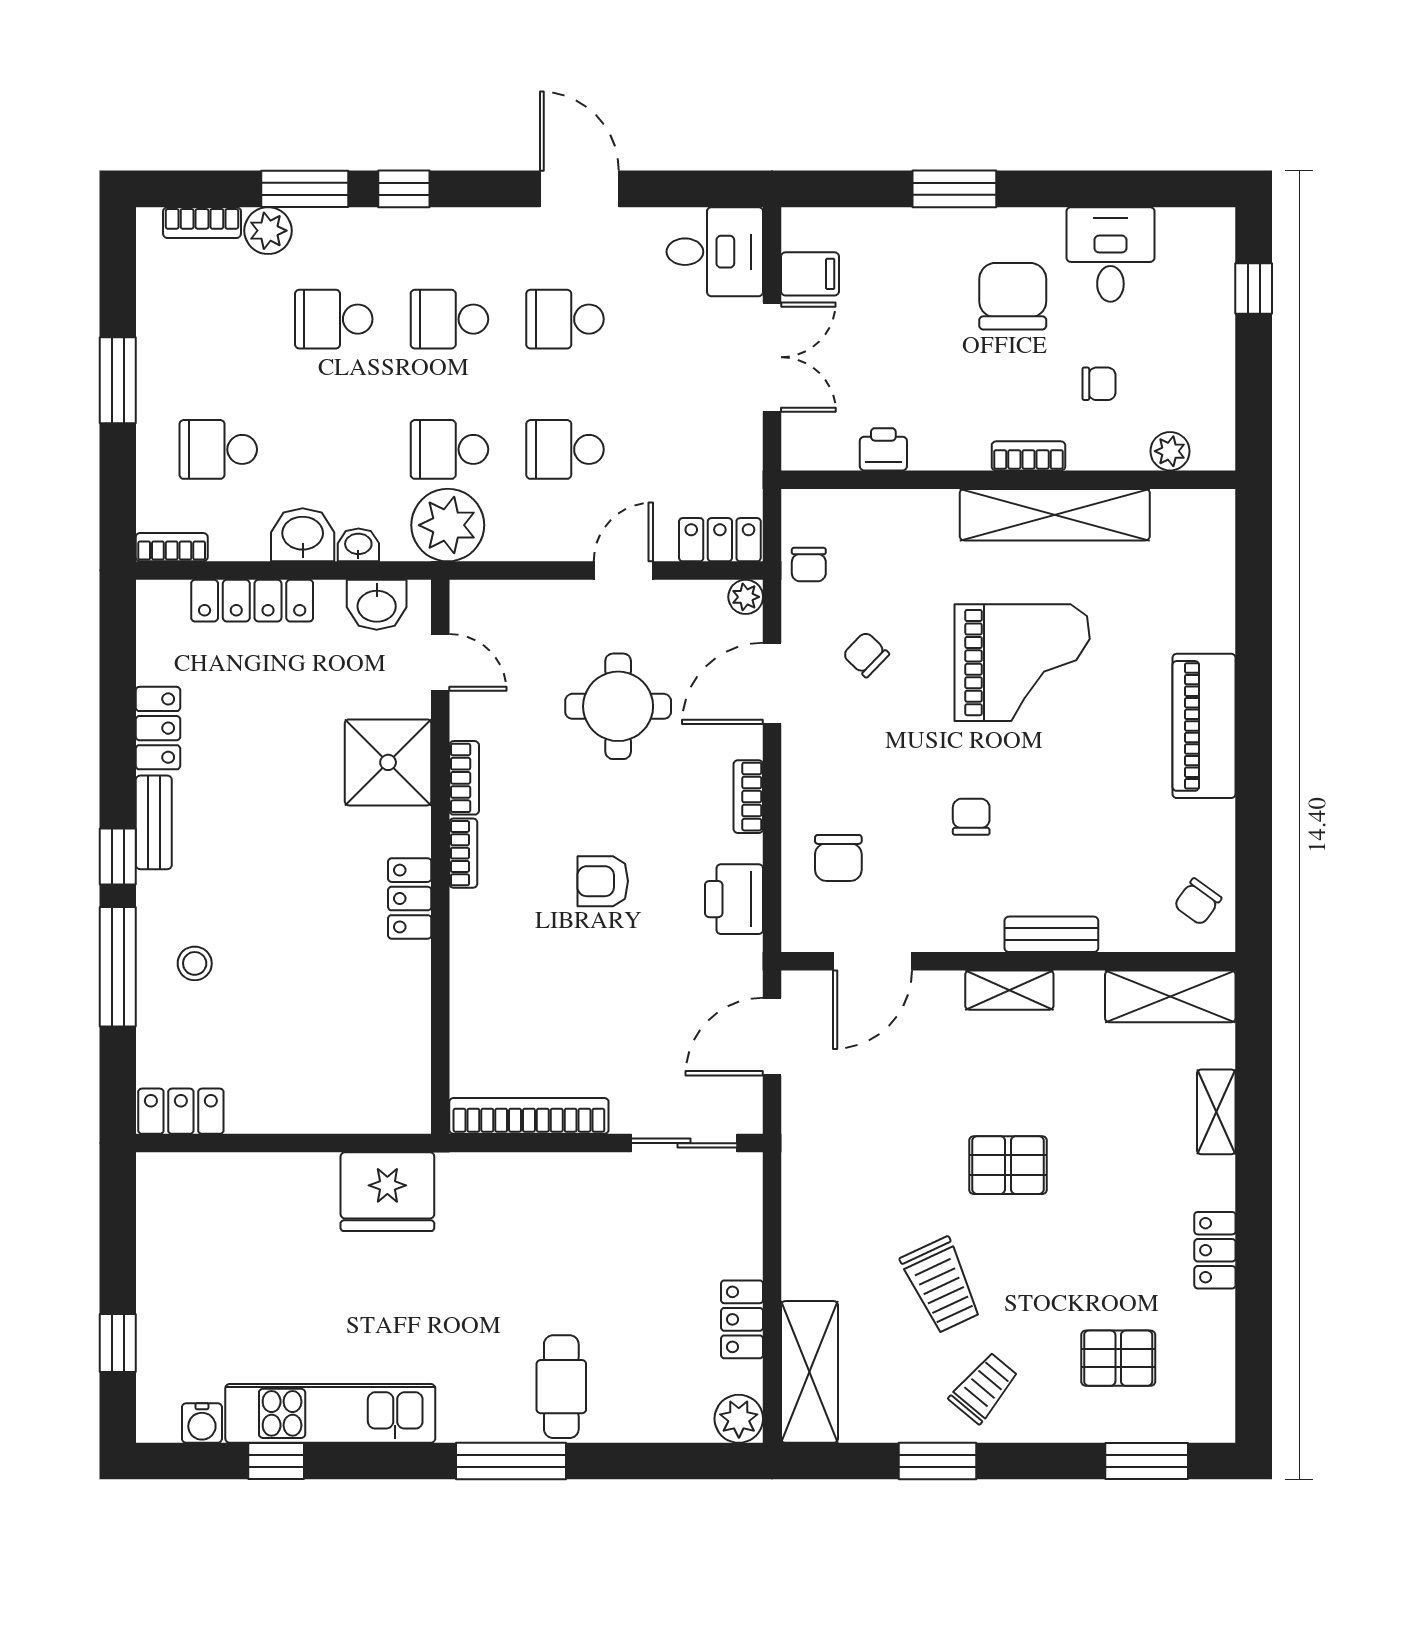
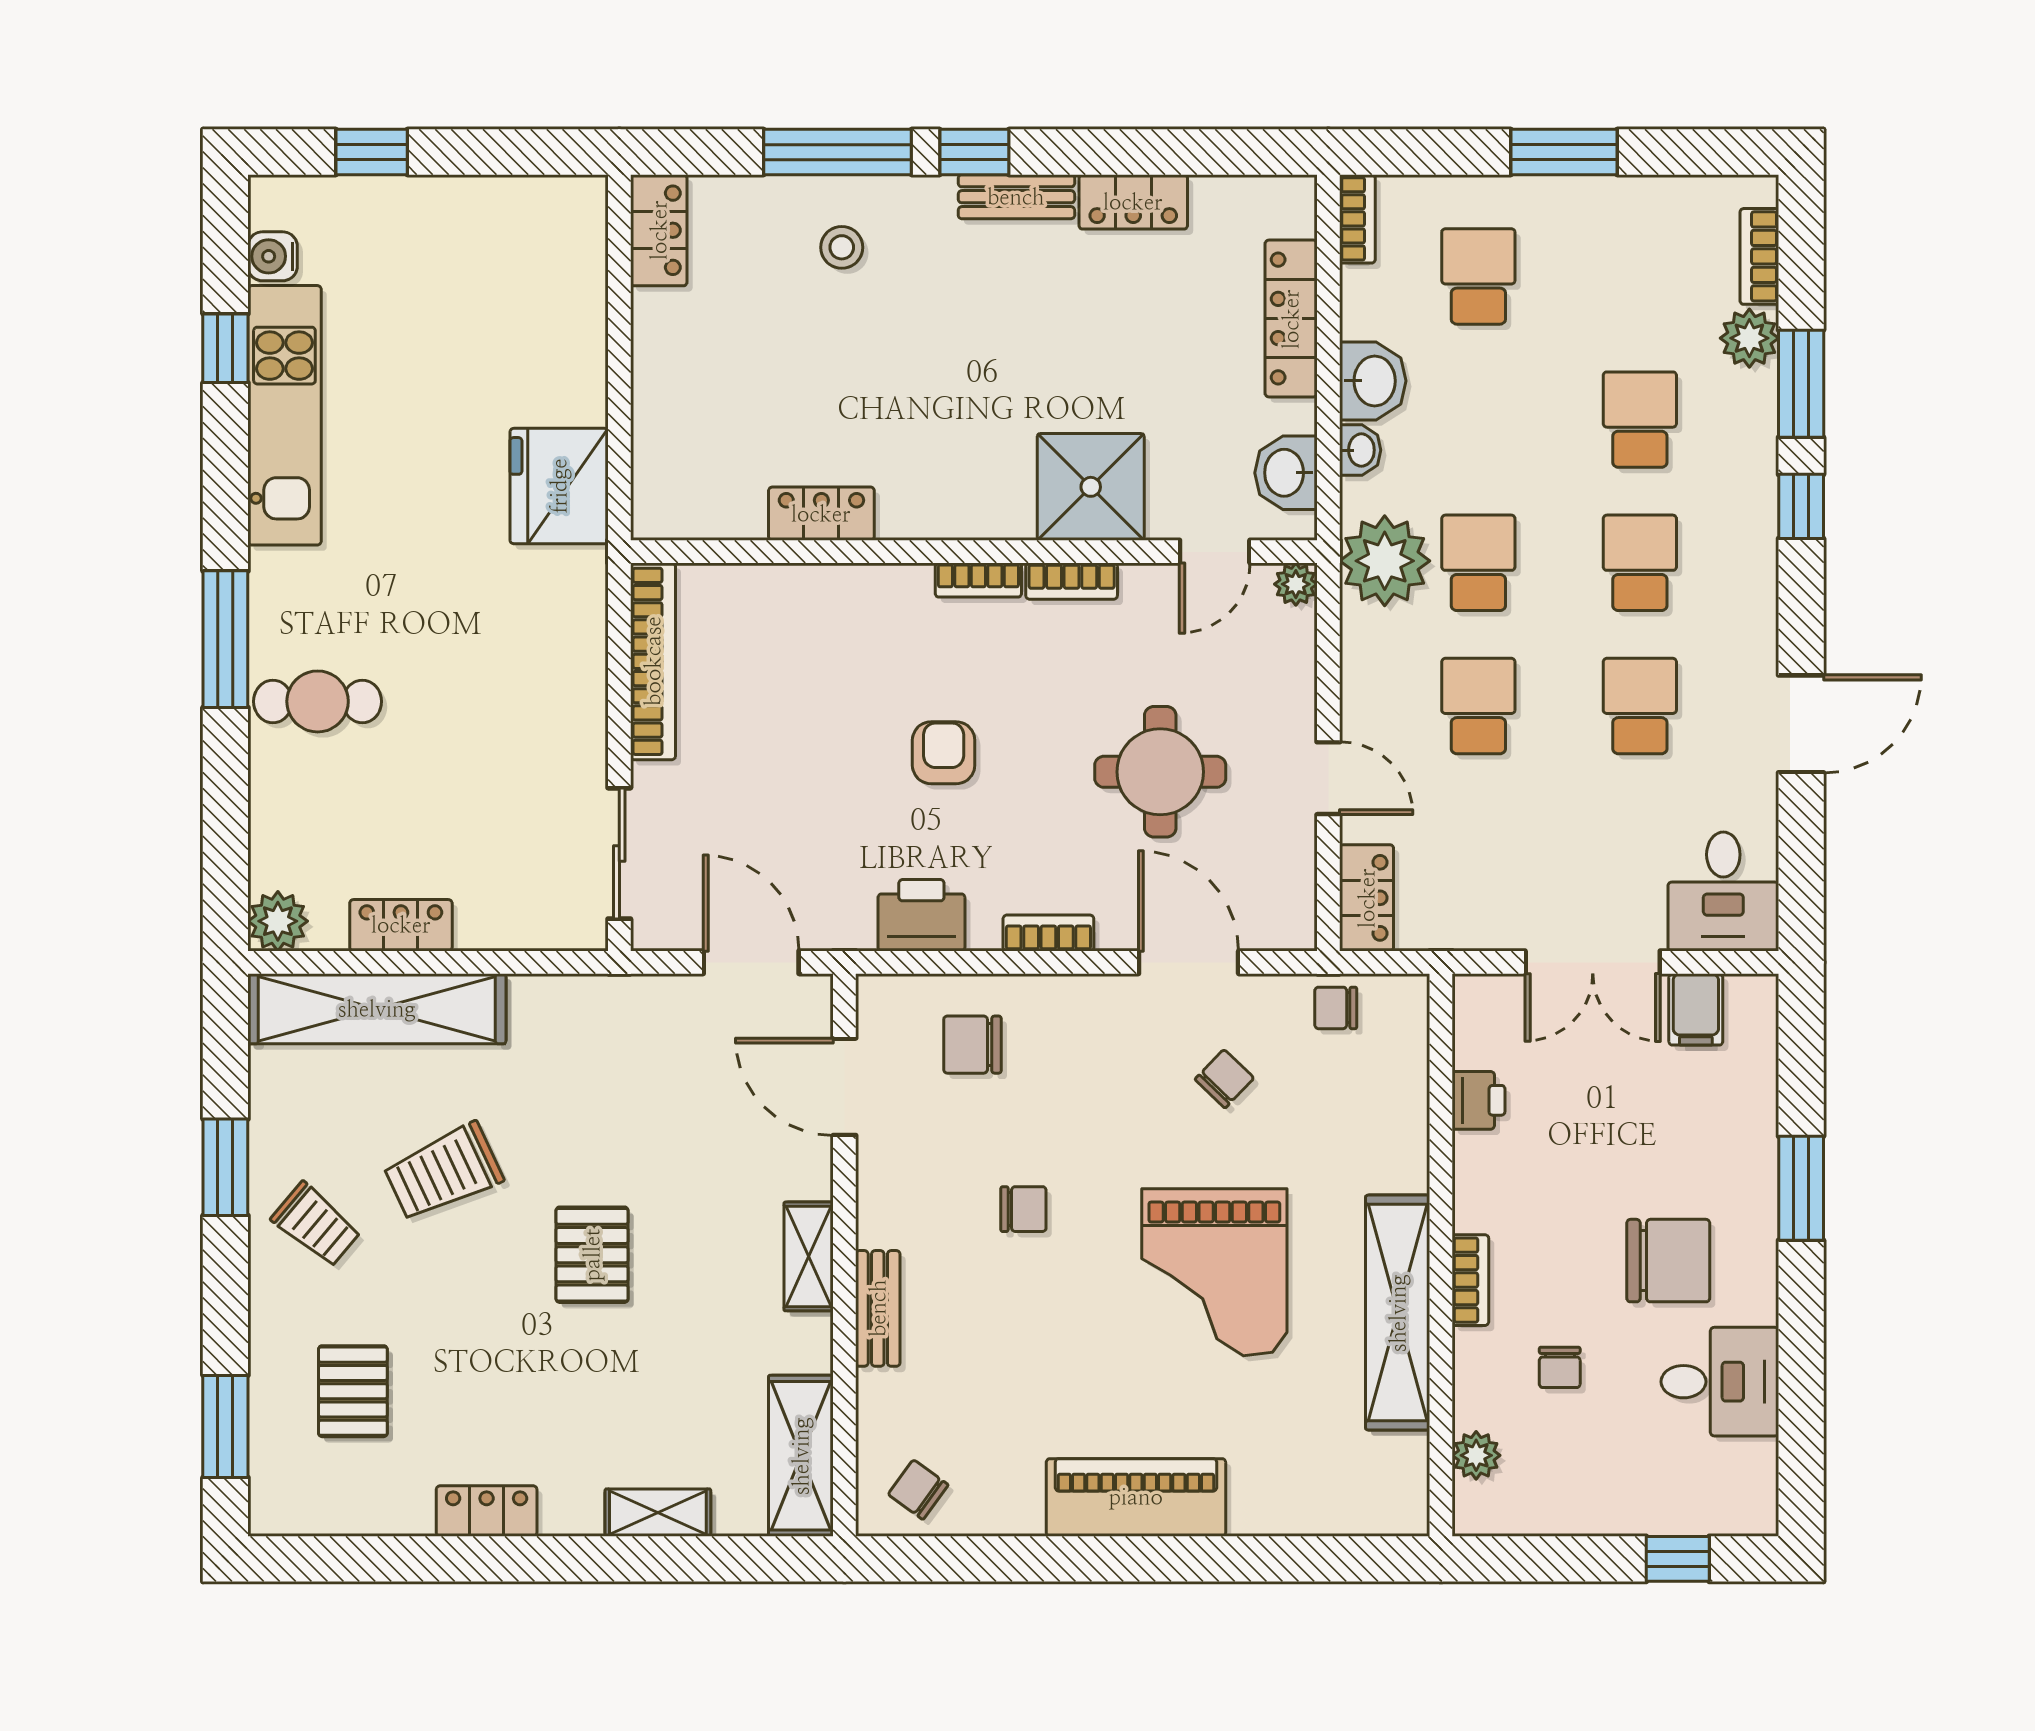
plant: (746, 597) -> (1296, 584), moved
locker: (410, 899) -> (821, 514), moved
shelving: (809, 1372) -> (377, 1009), width x1.47

